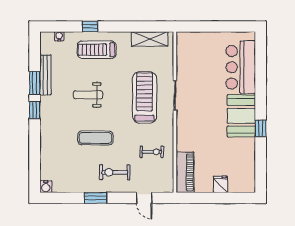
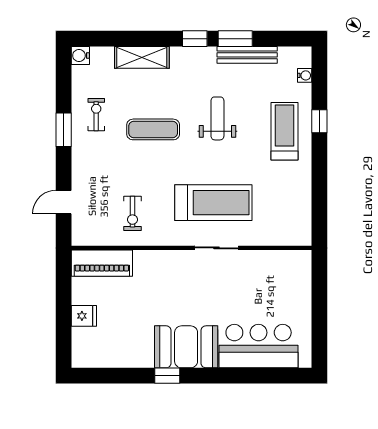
shelving: (150, 39) -> (142, 57), moved, turned 90
exercise mat: (95, 138) -> (153, 129), turned 90
exercise bike: (115, 172) -> (96, 115), moved, width x0.73, depth x0.72

